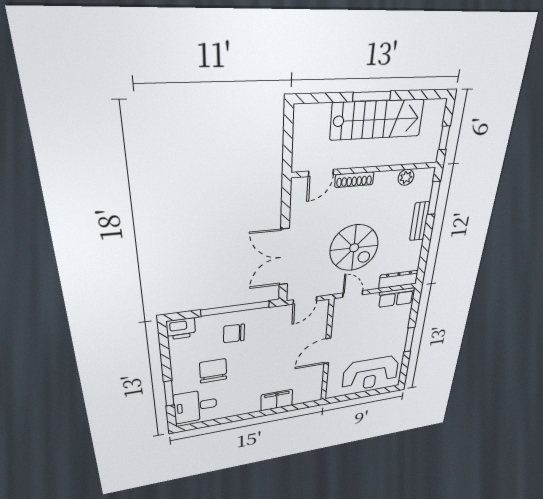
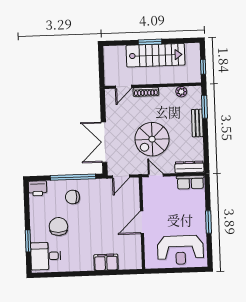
spiral stairs: (354, 248) -> (152, 139), turned 90

